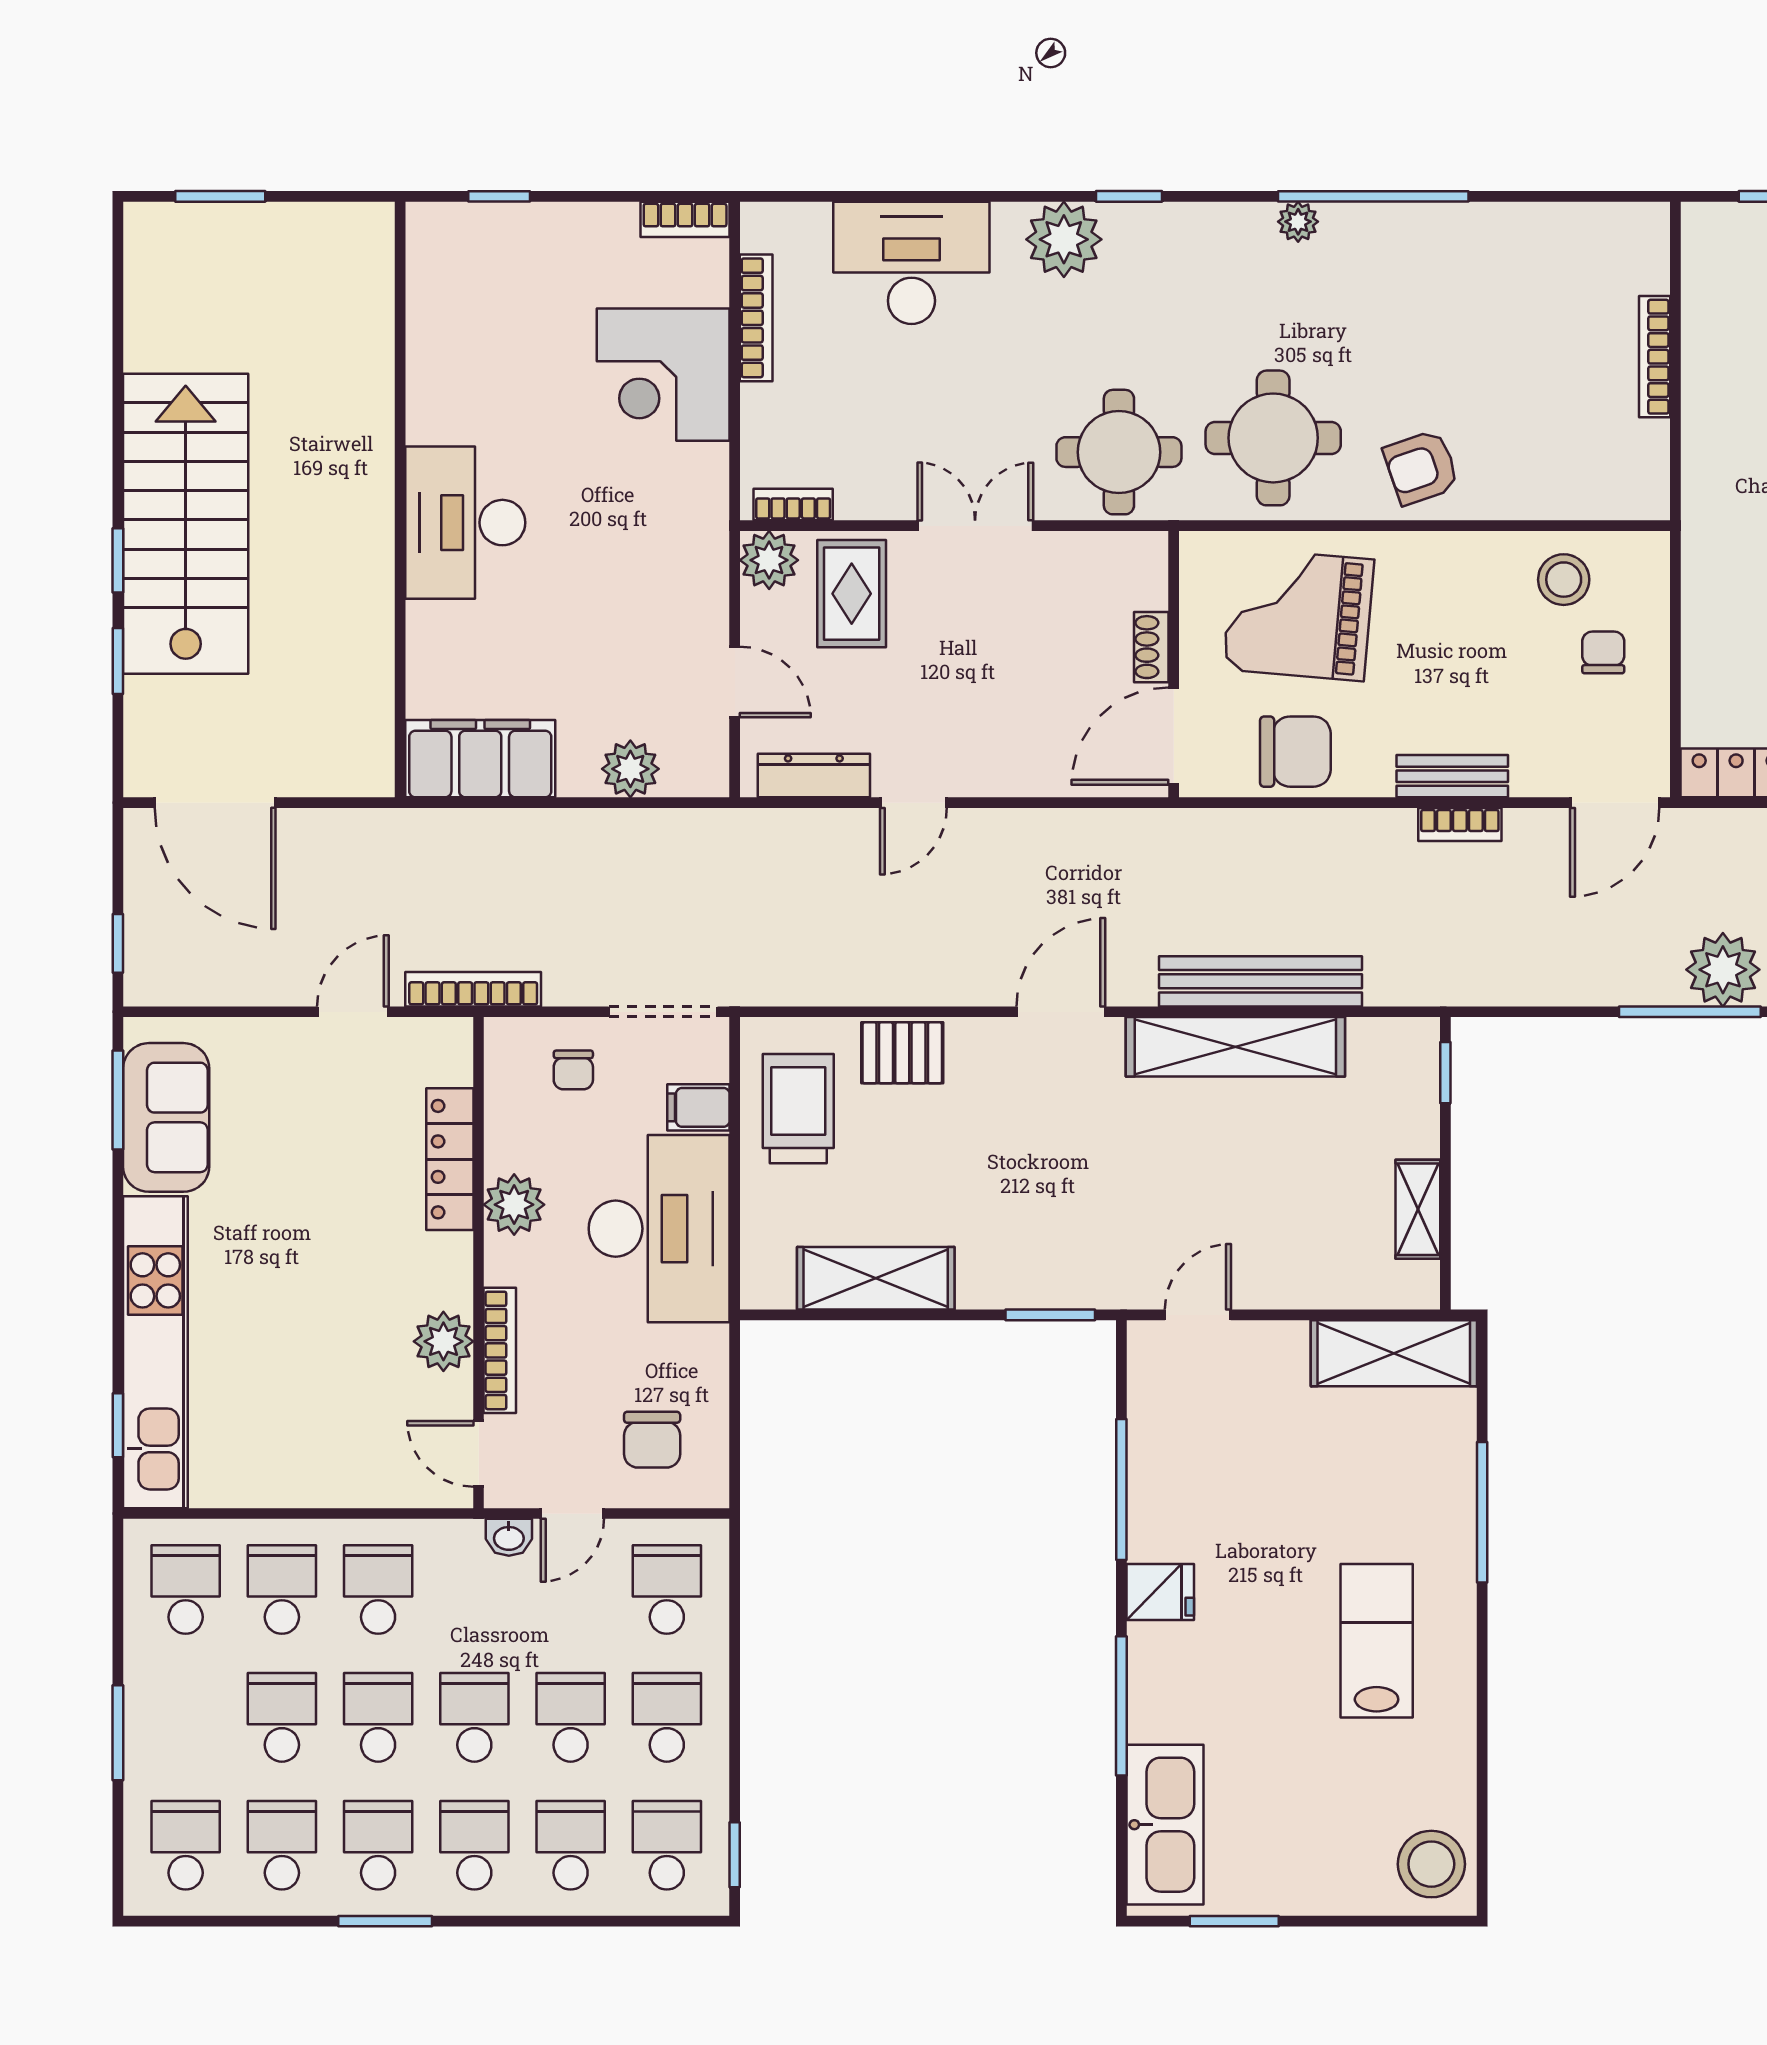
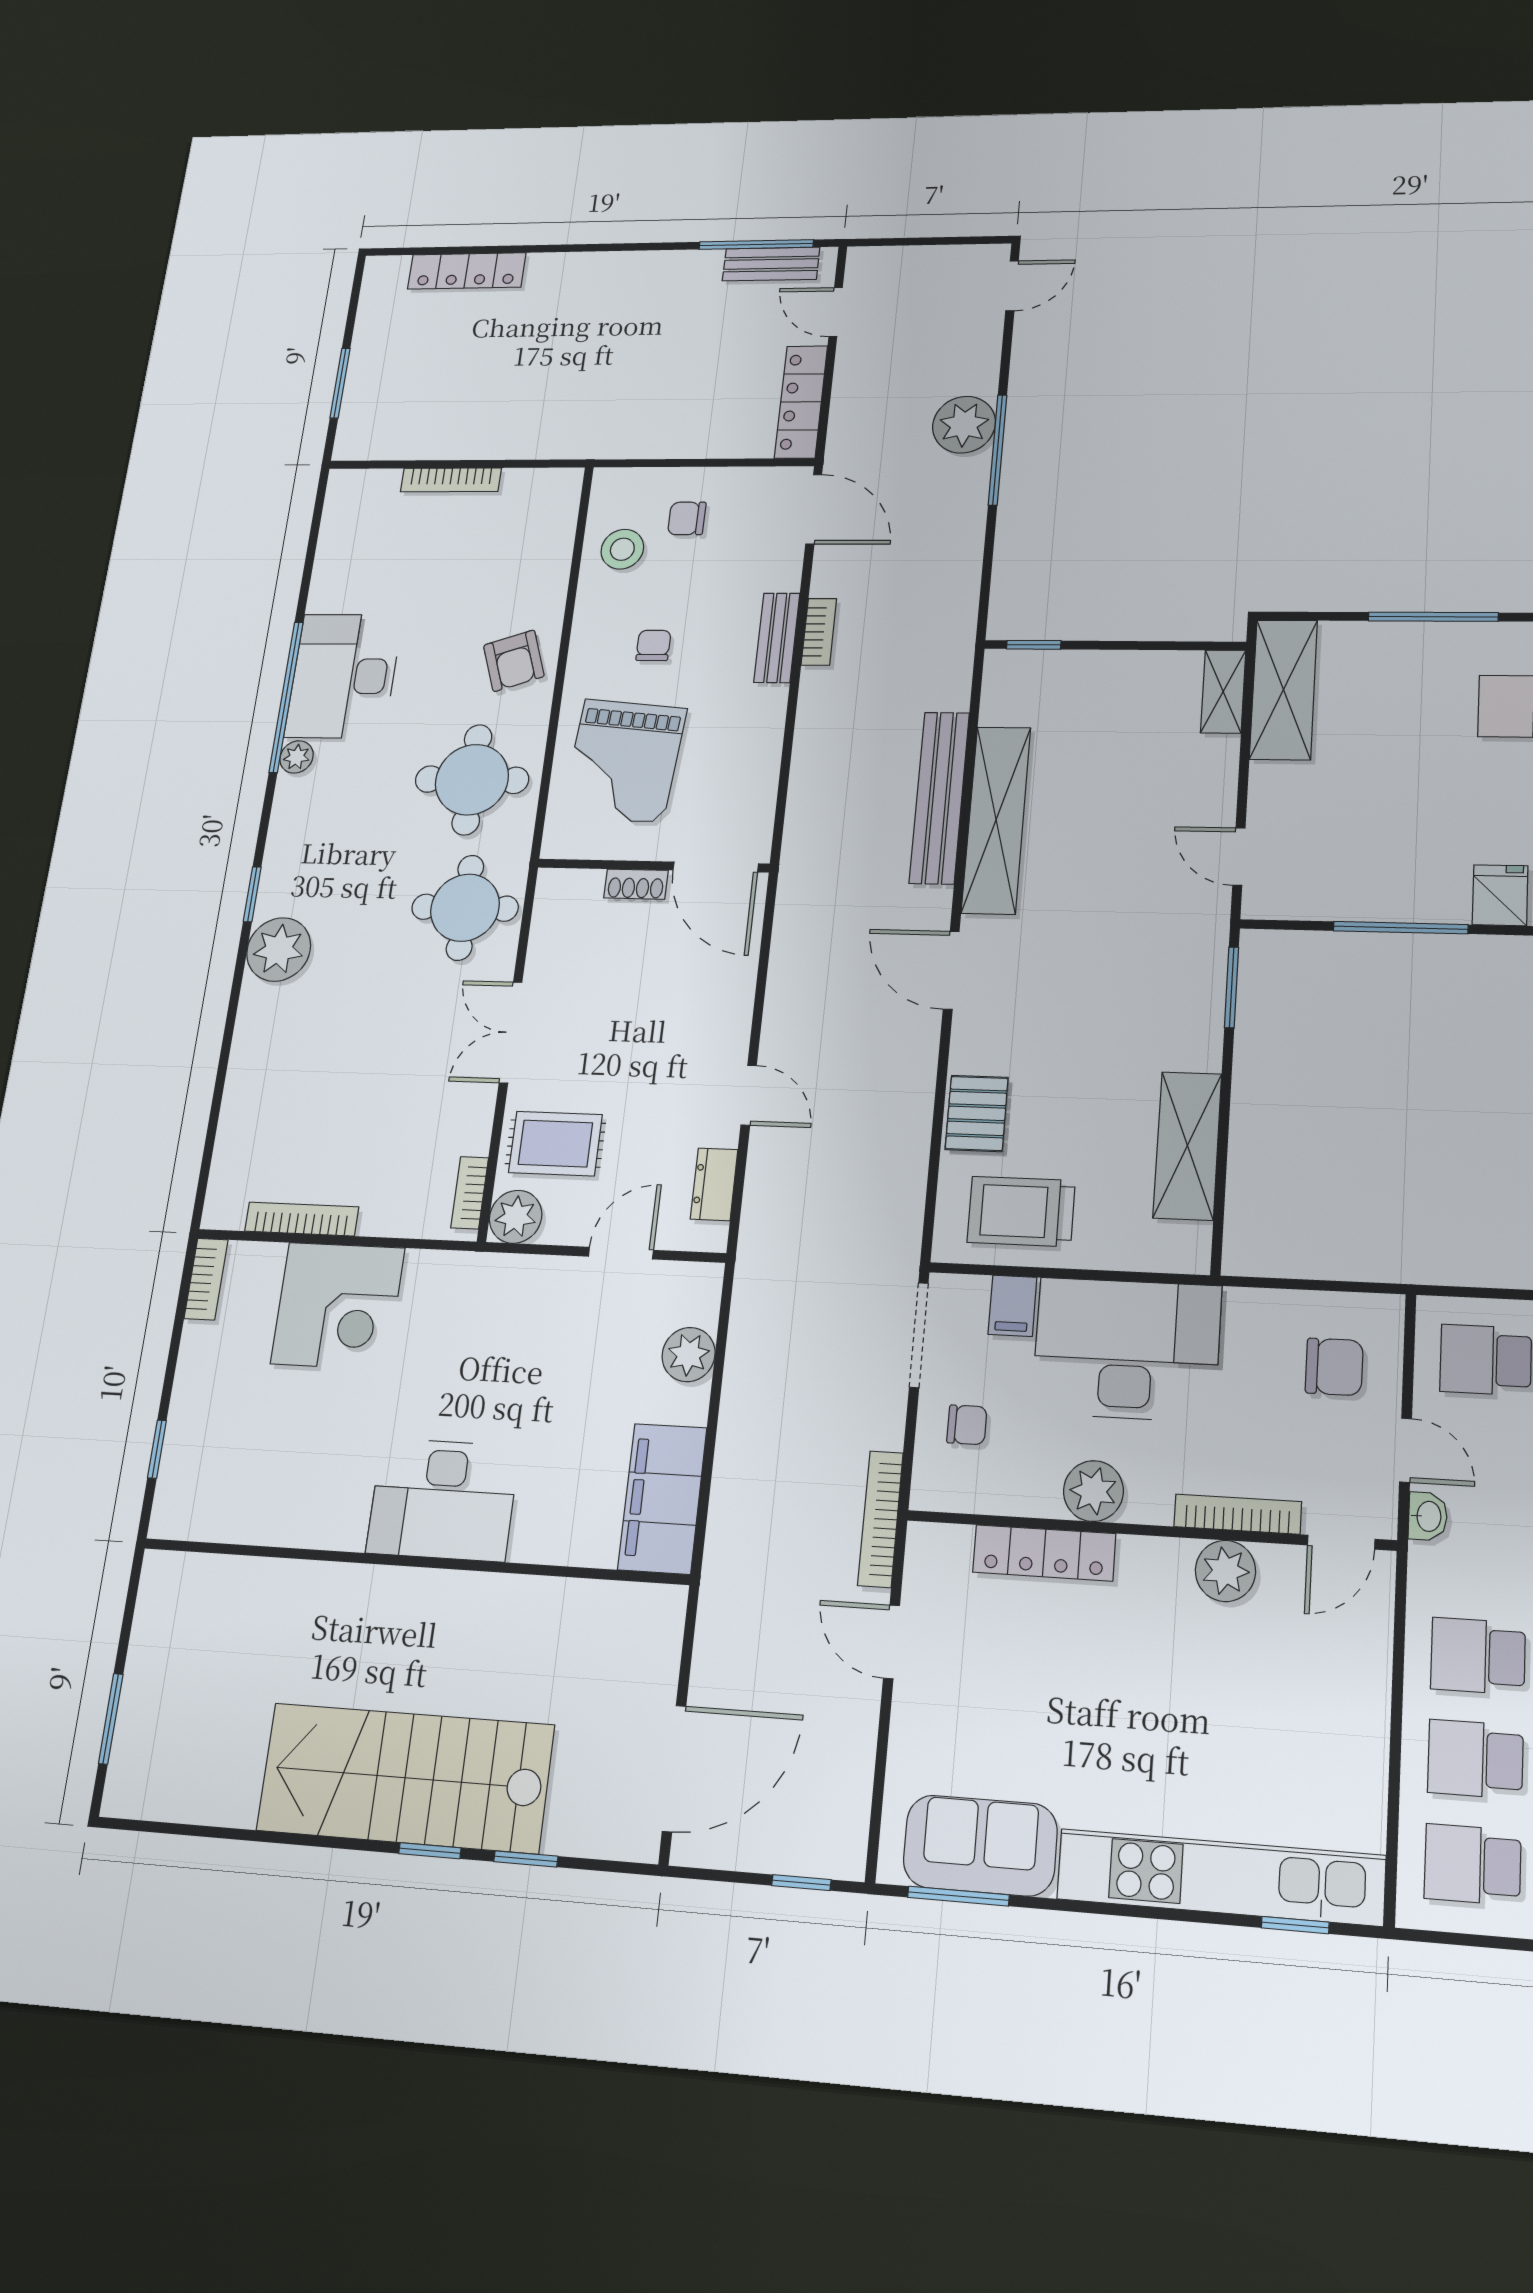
desk: (911, 263) -> (344, 676), moved
chair: (1295, 752) -> (653, 645), moved, width x0.54, depth x0.54
dresser: (814, 776) -> (714, 1184), width x0.70
shelving: (1418, 1209) -> (1223, 692), moved, turned 90

